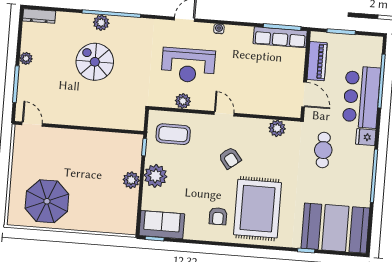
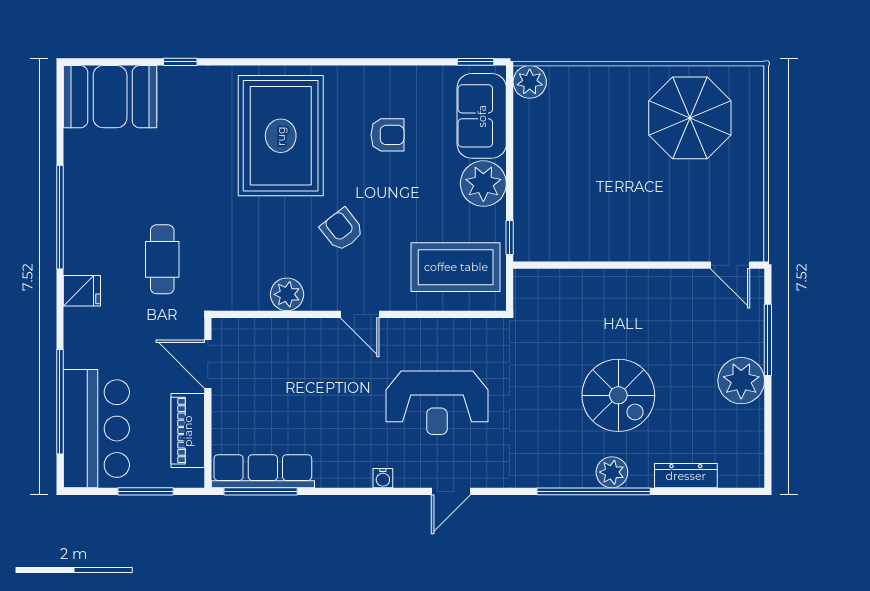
dresser: (39, 16) -> (686, 476), moved
plant: (26, 58) -> (741, 381), width x1.88, depth x1.88
reception desk: (188, 65) -> (437, 403), turned 180
bar counter: (361, 97) -> (96, 429), moved
plant: (183, 101) -> (442, 333), removed
plant: (277, 128) -> (287, 294), moved
coffee table: (173, 134) -> (456, 267), width x1.36, depth x1.32
plant: (131, 180) -> (530, 82), moved
armchair: (218, 216) -> (387, 135), moved, turned 90
sofa: (162, 225) -> (482, 116), moved, turned 90
booth: (335, 228) -> (110, 97), width x0.73, depth x0.70

